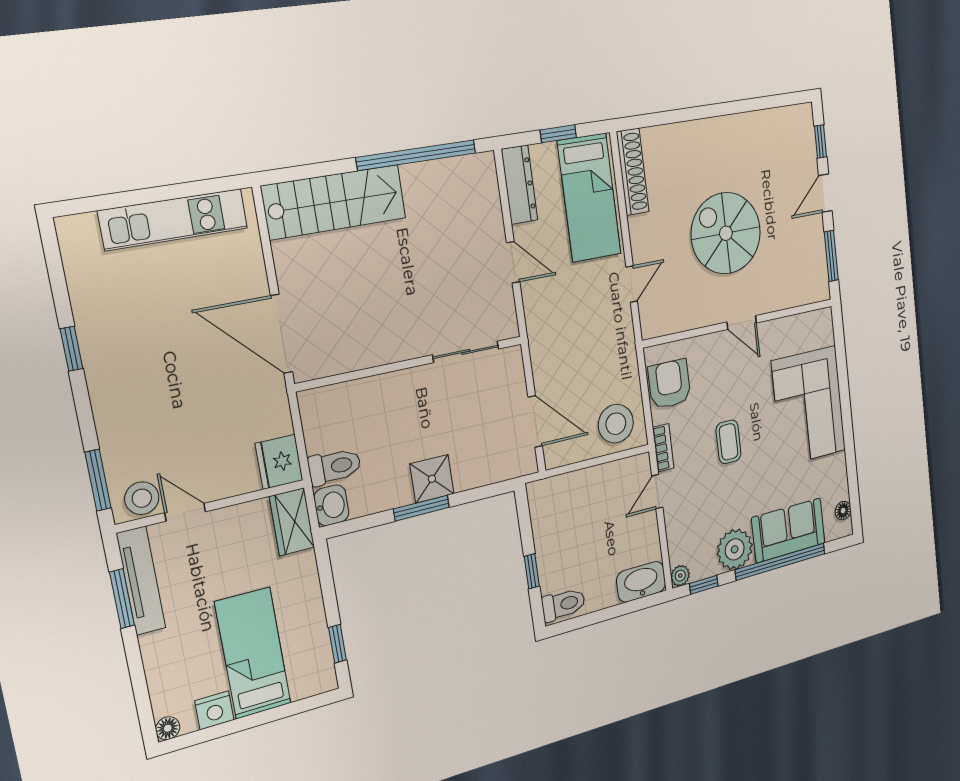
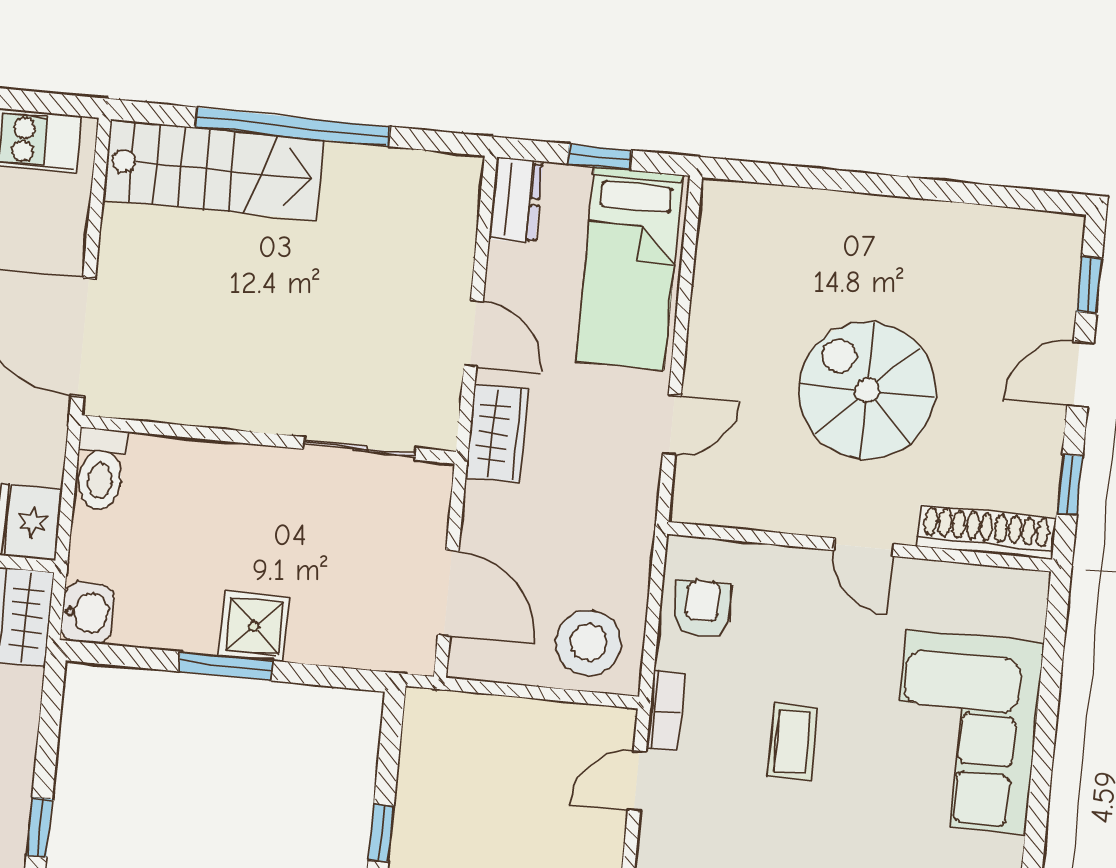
window: (416, 155) -> (293, 127), moved
shoe rack: (633, 172) -> (986, 532), moved, turned -90
dresser: (519, 185) -> (516, 200), width x0.70
window: (831, 256) -> (1070, 485), width x0.67
wardrobe: (540, 318) -> (497, 433), added
armchair: (669, 384) -> (702, 609), width x0.72, depth x0.72
toilet: (335, 467) -> (101, 469), moved, turned 90

